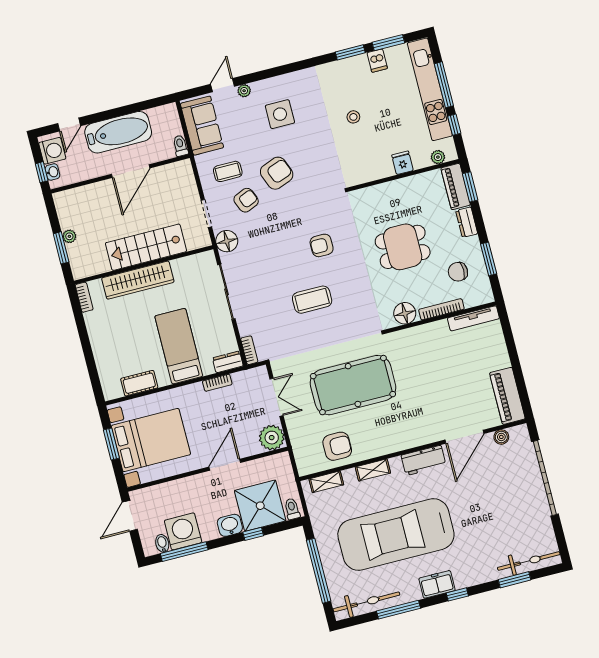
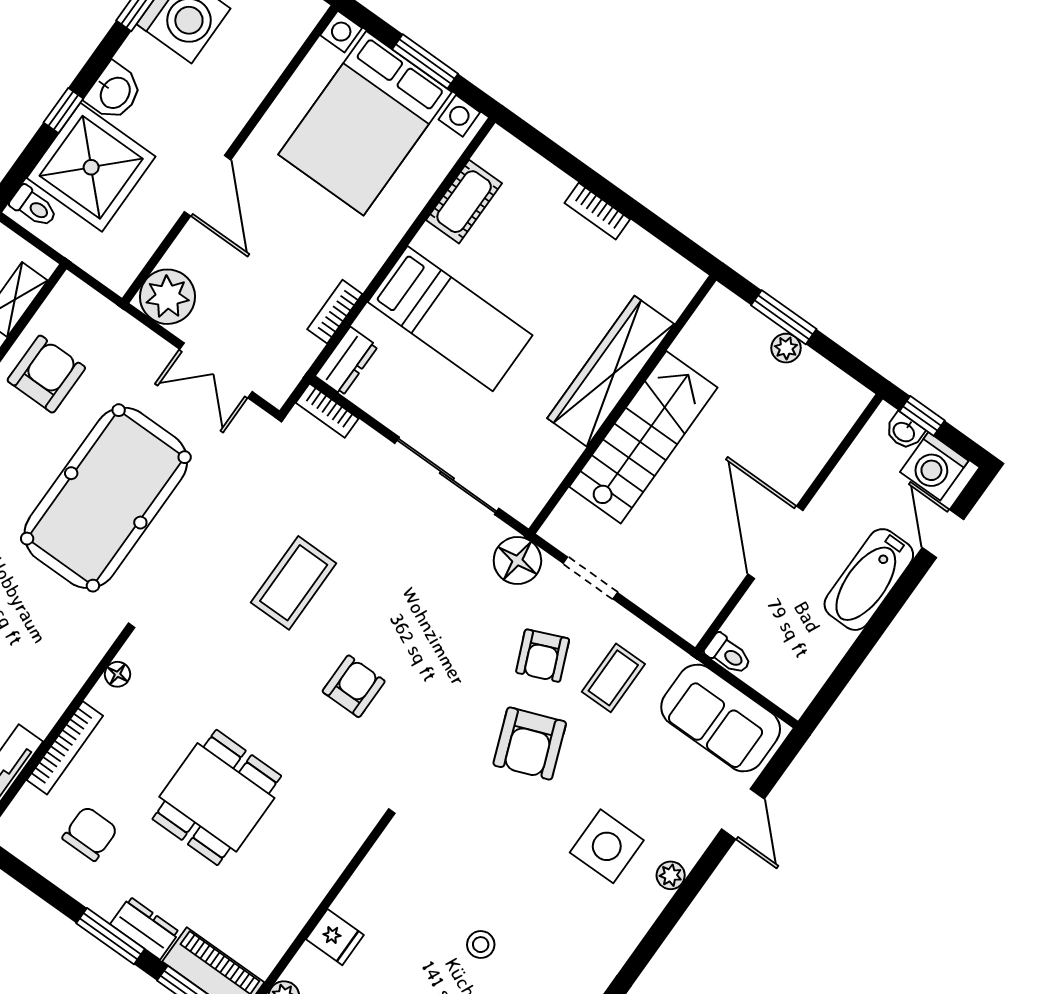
plant: (244, 91) -> (671, 875), moved
bathtub: (118, 132) -> (869, 580), width x0.73, depth x0.73
window: (489, 259) -> (110, 936), moved
bookcase: (84, 297) -> (597, 211), moved
floor lamp: (405, 313) -> (117, 674), width x0.53, depth x0.53
armchair: (337, 446) -> (46, 374), turned 180

